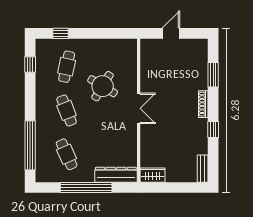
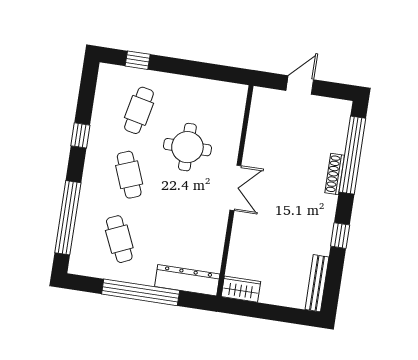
window: (30, 65) -> (80, 135), moved
window: (213, 75) -> (352, 155), width x2.11
round table: (103, 86) -> (187, 147), turned -31
shoe rack: (203, 104) -> (335, 174), moved
bench: (203, 169) -> (317, 283), width x1.36

